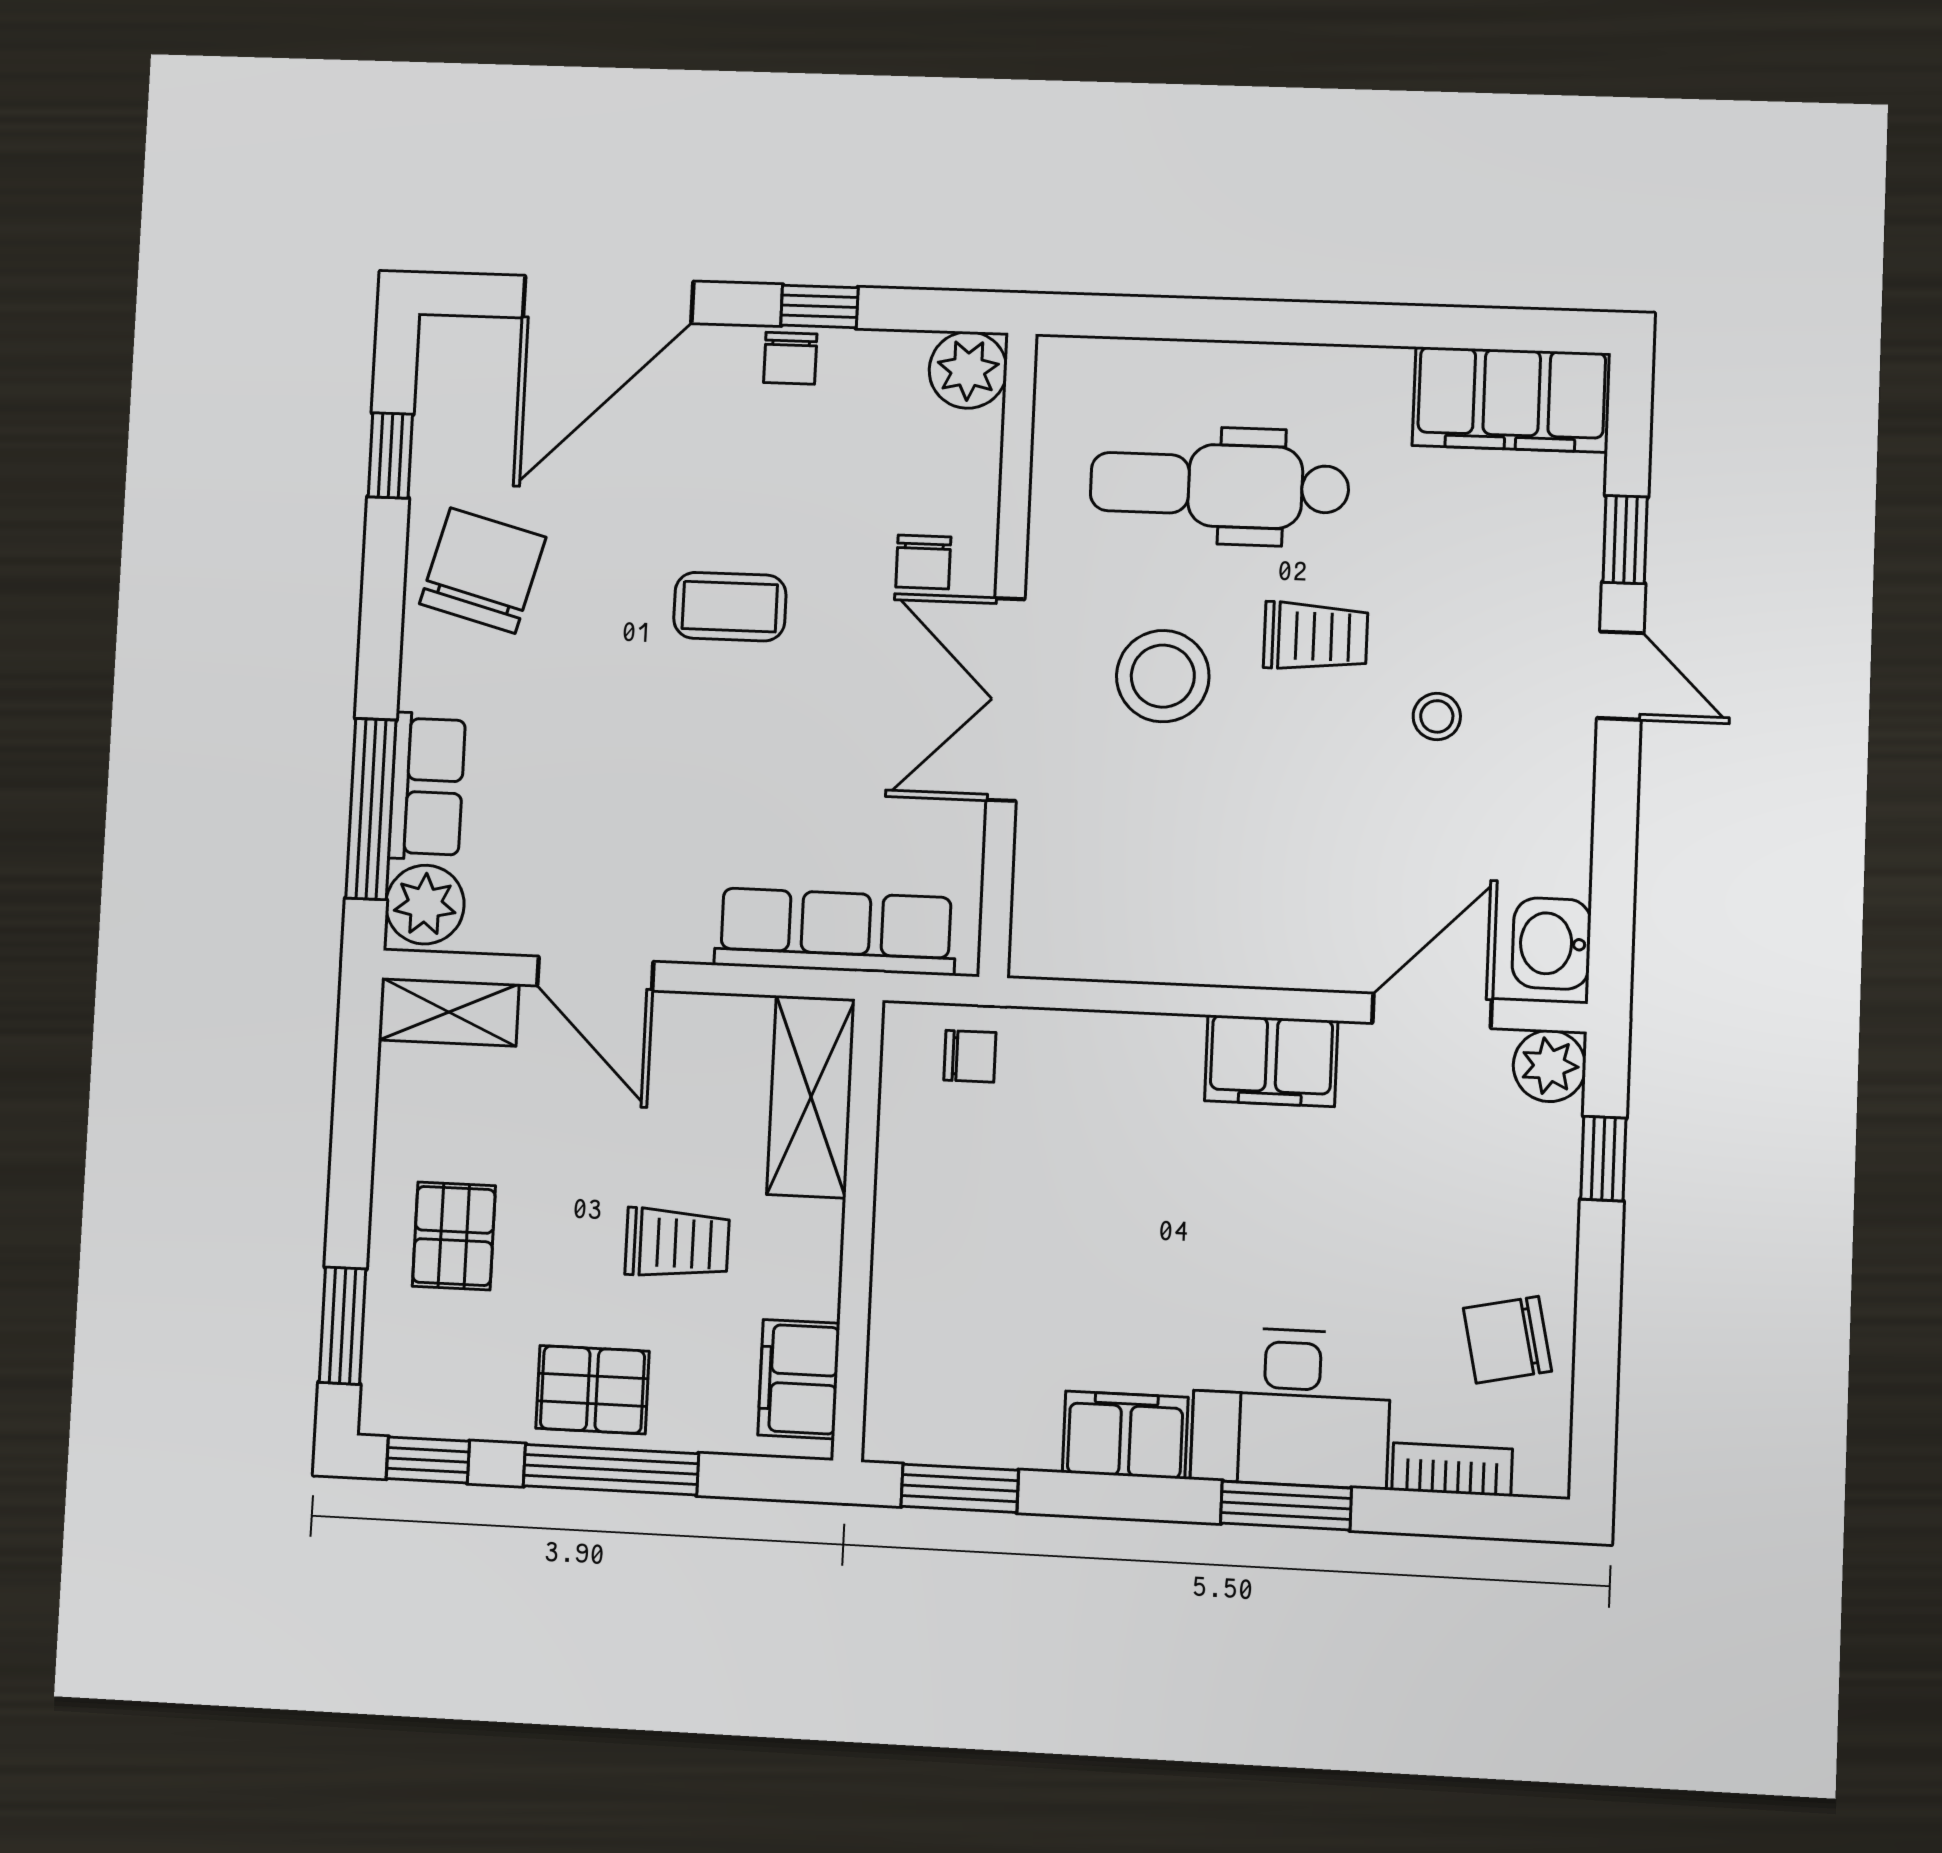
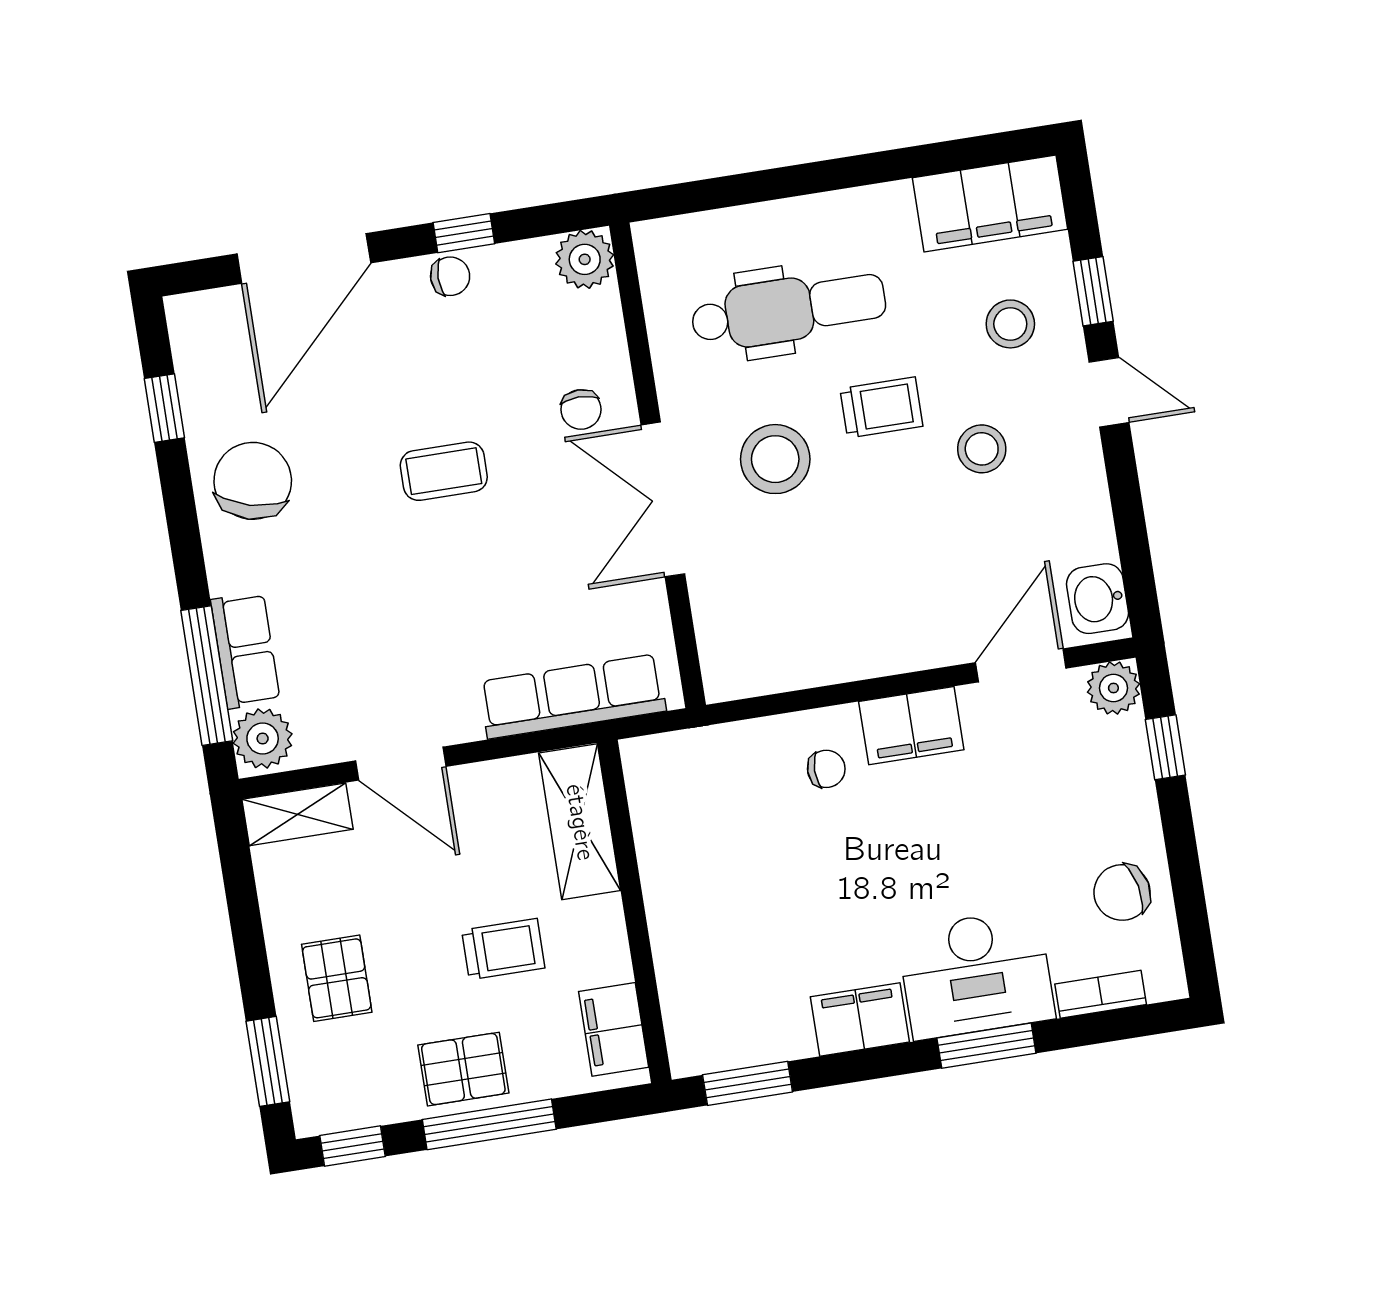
chair: (790, 358) -> (450, 276), turned -90
dental chair: (1219, 486) -> (788, 309), turned 180
stool: (1507, 561) -> (1010, 324), added
stool: (1437, 716) -> (982, 449), width x1.37, depth x1.37
chair: (970, 1056) -> (826, 769), moved

